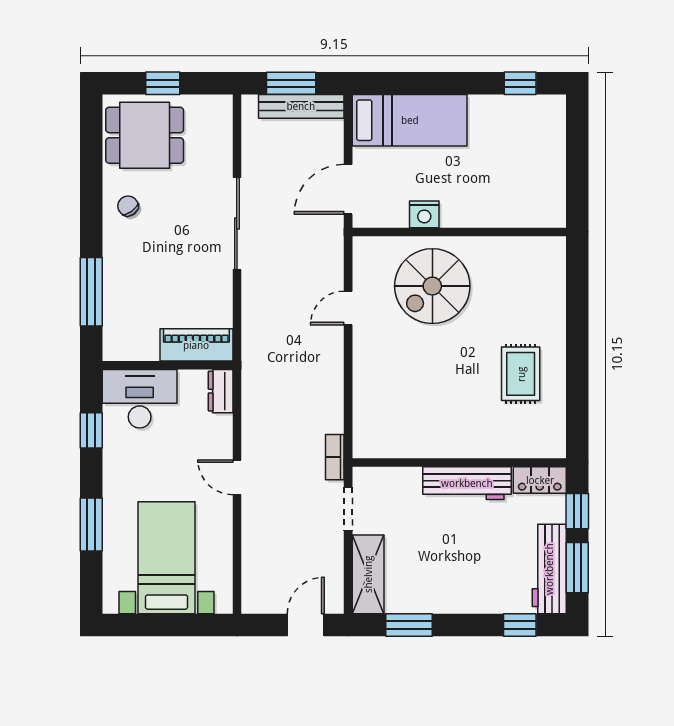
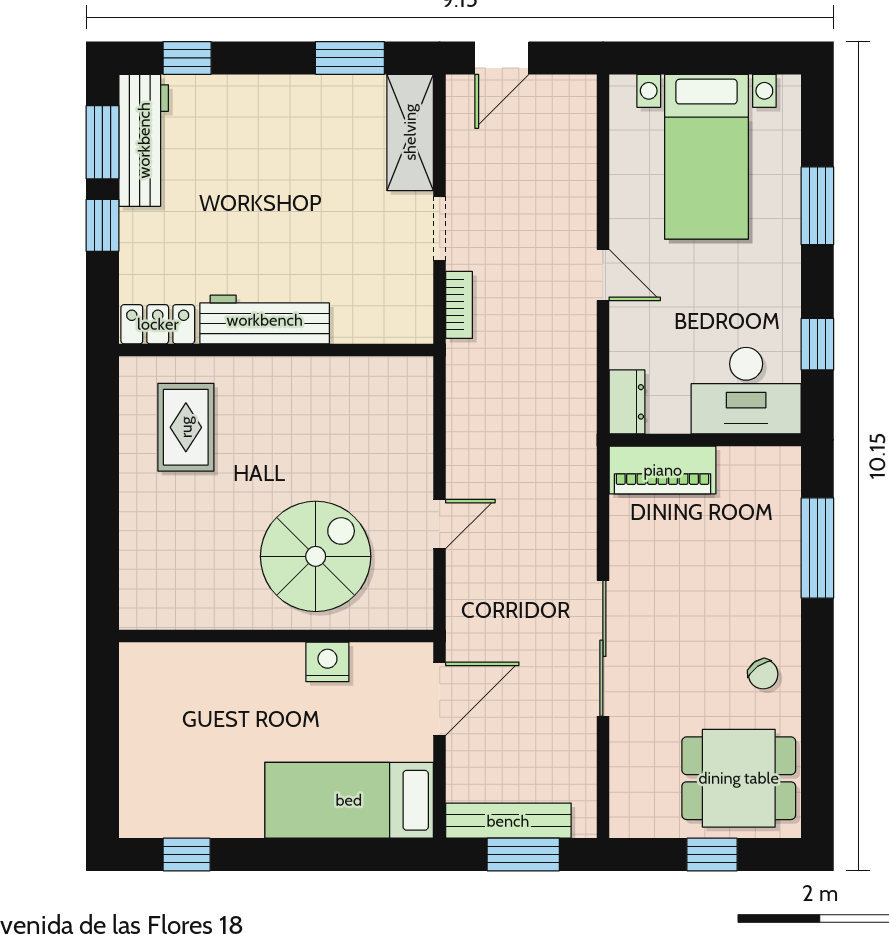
wall: (459, 462) -> (276, 350), moved
locker: (540, 480) -> (158, 324), moved
workbench: (467, 483) -> (265, 320), moved

